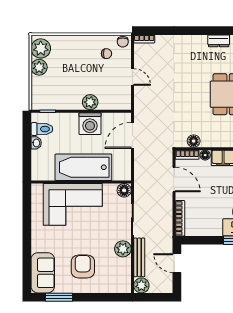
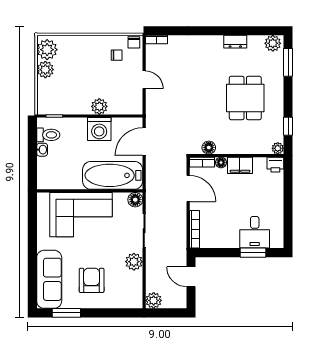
bathtub: (83, 167) -> (113, 175), moved
bench: (139, 257) -> (151, 271), removed
sofa: (43, 273) -> (49, 279), width x1.36

